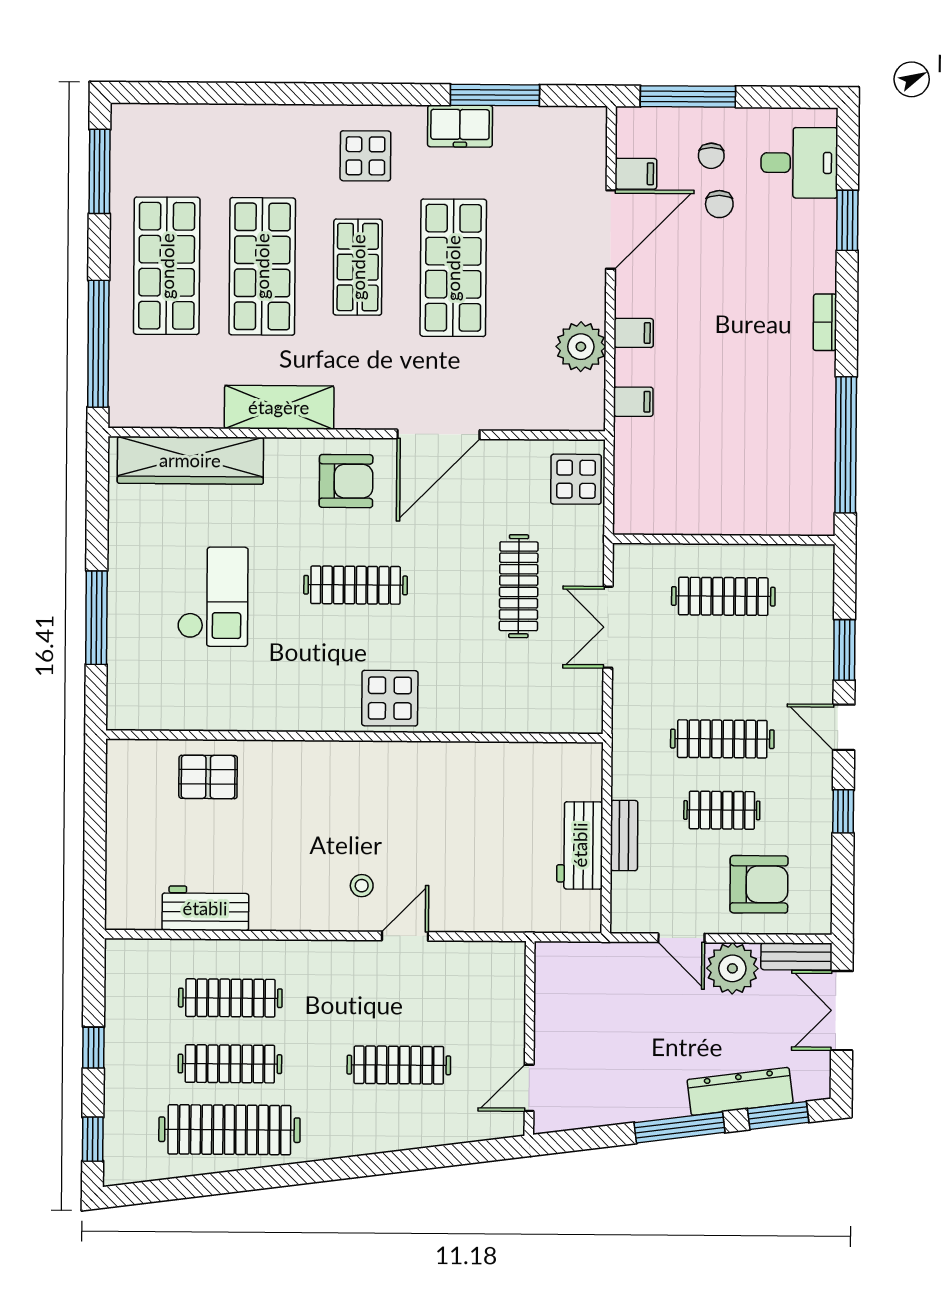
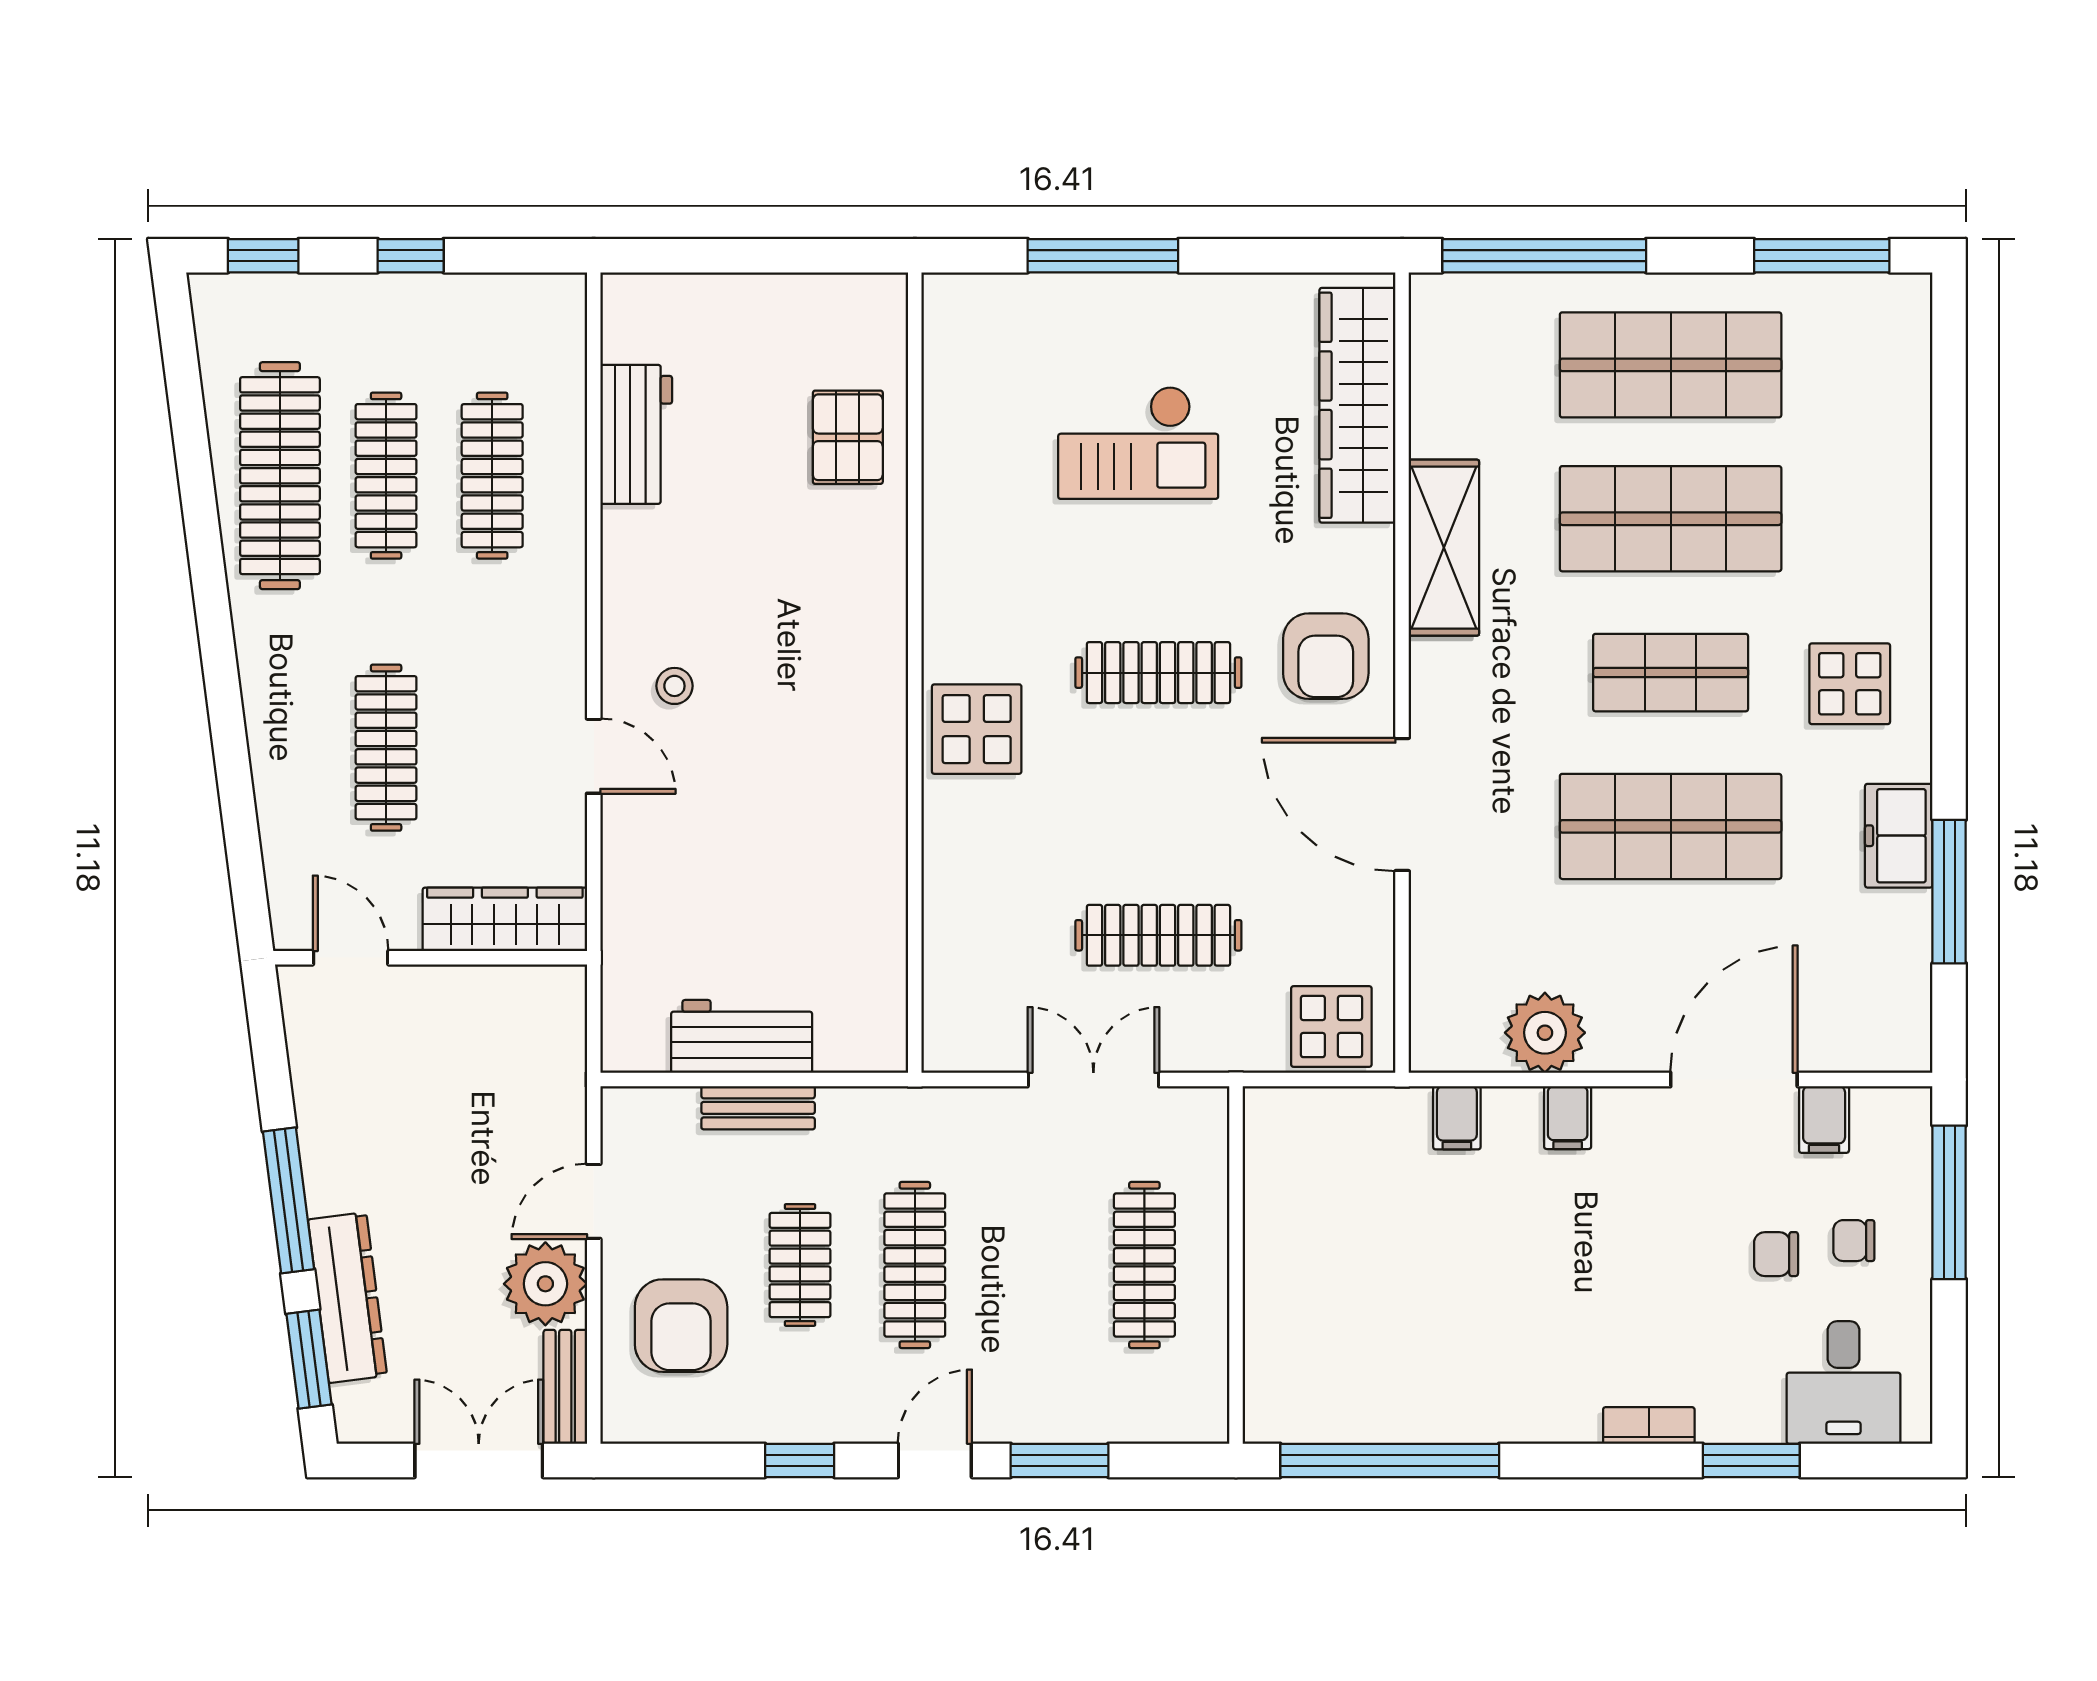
door: (611, 229) -> (1734, 1080), swing flipped
bookcase: (825, 322) -> (1649, 1426), moved
clothes rail: (356, 585) -> (1158, 673), turned 90
wardrobe: (506, 992) -> (505, 919), added

